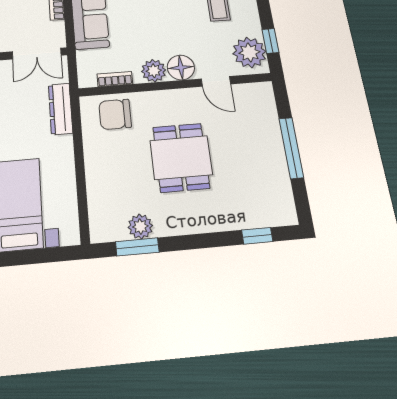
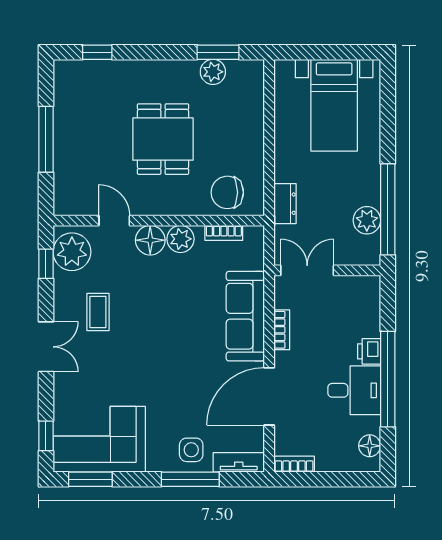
dresser: (61, 109) -> (285, 204), width x0.70
chair: (115, 114) -> (227, 192), turned 180

